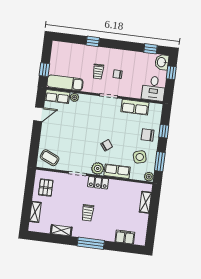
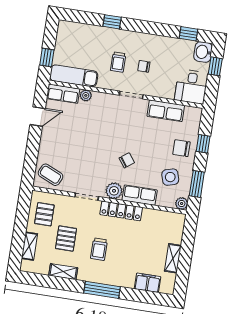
locker: (98, 183) -> (121, 211), width x1.53
shelving: (145, 202) -> (173, 258), moved
pallet: (63, 205) -> (66, 239), added

